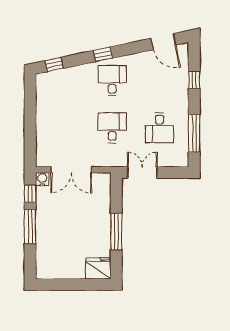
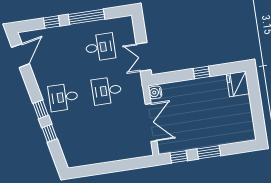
window: (54, 65) -> (49, 133), moved
window: (194, 133) -> (86, 17), moved
water cooler: (42, 179) -> (155, 92), moved
window: (30, 227) -> (209, 152), width x0.69
window: (116, 232) -> (202, 72), width x0.46

